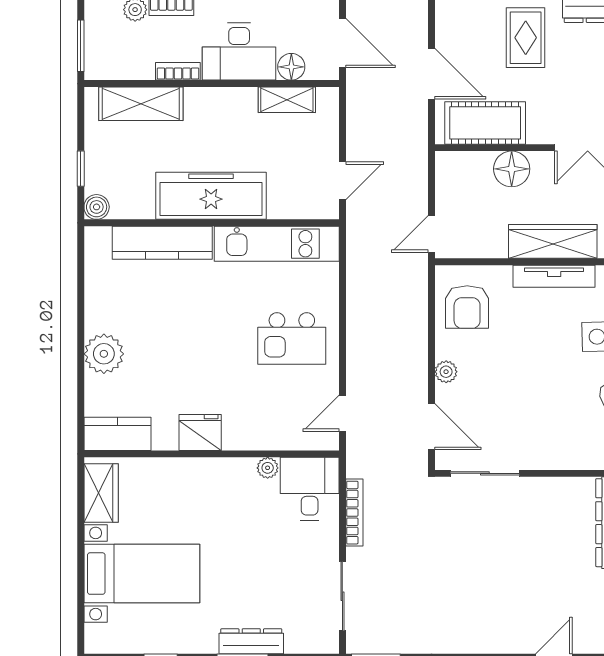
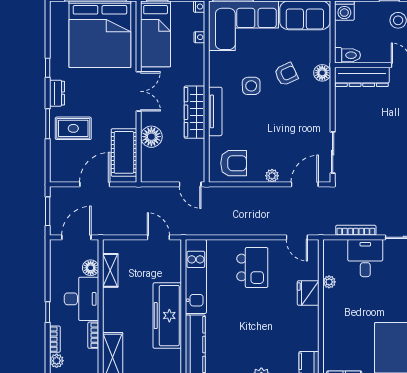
fridge: (200, 432) -> (308, 293), moved
desk: (310, 489) -> (365, 258), moved, turned 90

